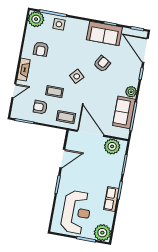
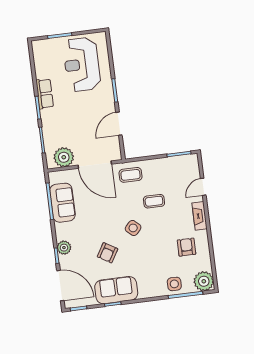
plant: (131, 92) -> (64, 248), moved
armchair: (40, 107) -> (165, 177), removed
plant: (102, 233) -> (43, 50), removed

